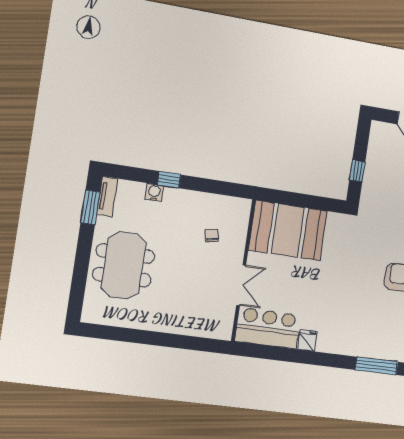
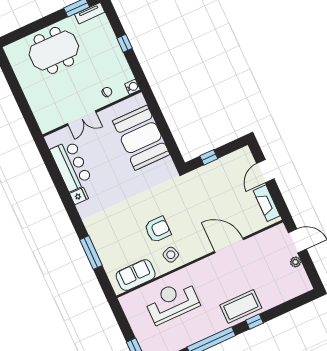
water cooler: (154, 192) -> (132, 87), moved
wall: (243, 270) -> (92, 113), moved
double door: (241, 285) -> (82, 118), moved

